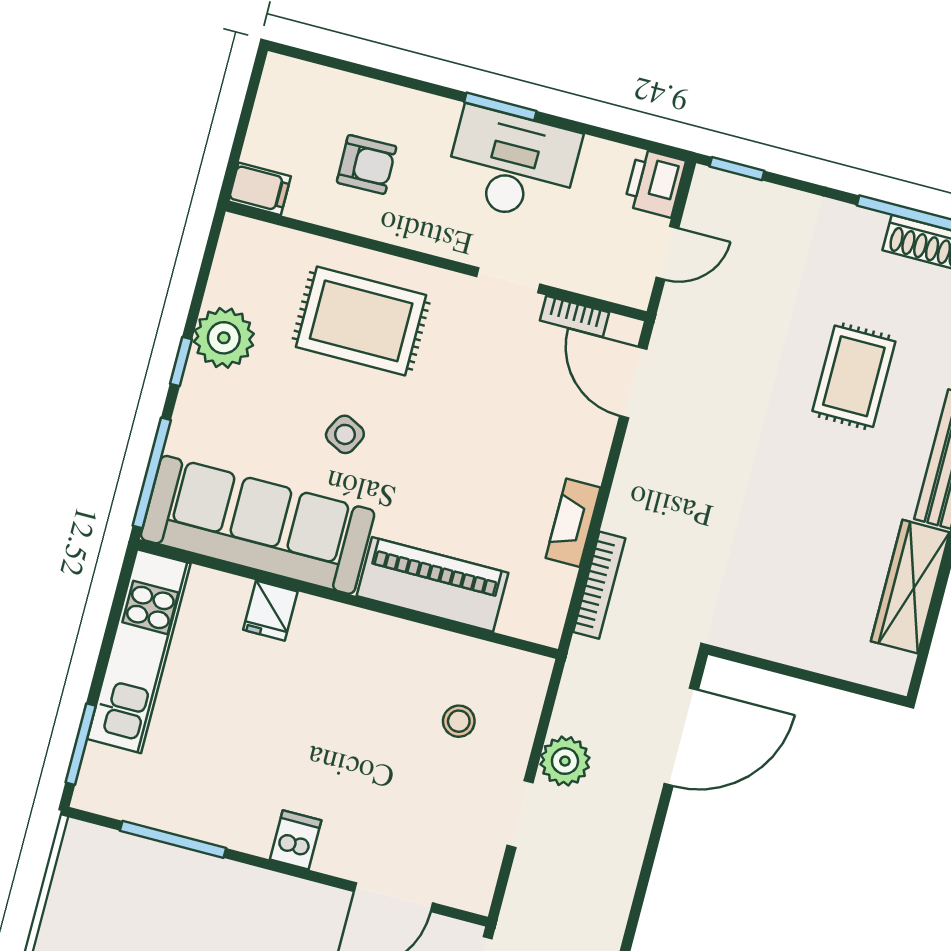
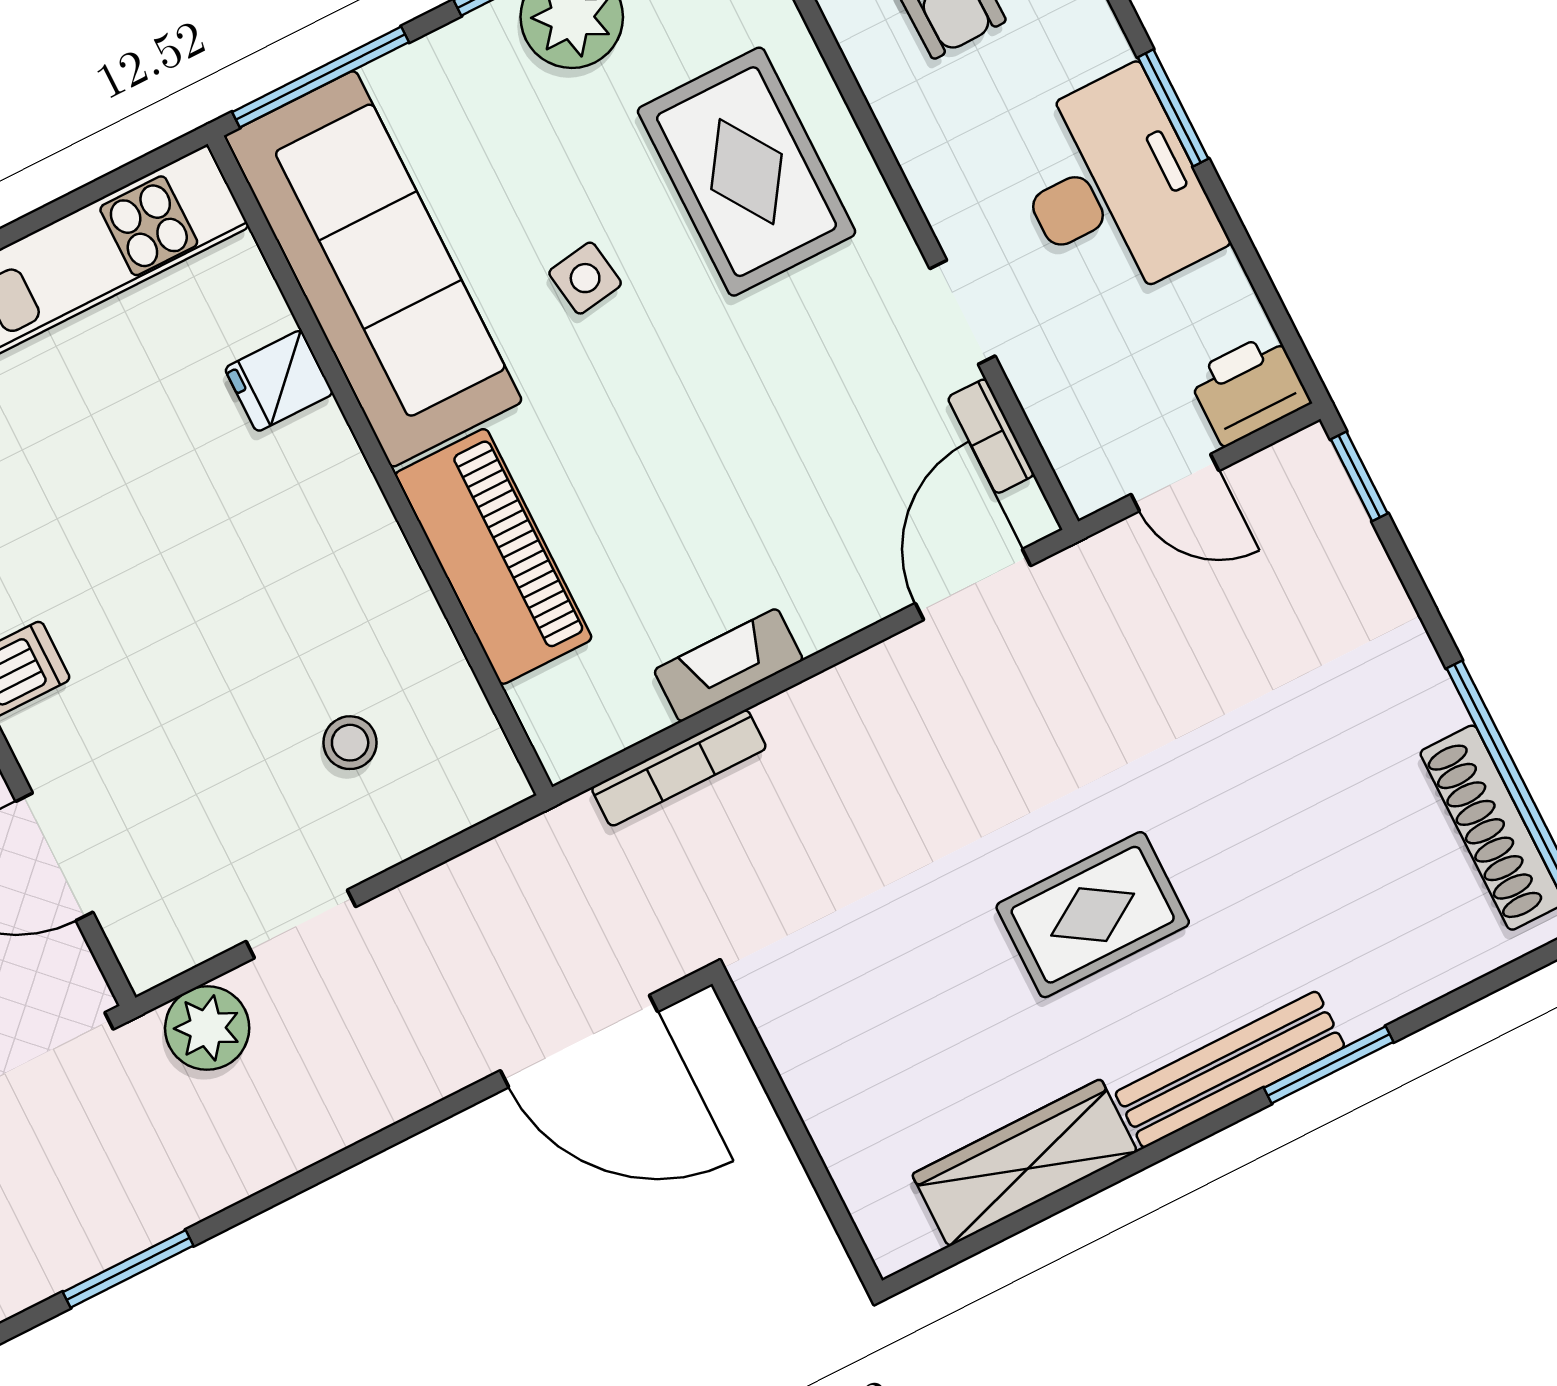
rug: (854, 376) -> (1093, 915), moved
side table: (345, 434) -> (585, 278), turned -36
plant: (565, 761) -> (207, 1028), moved

